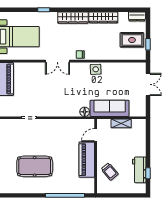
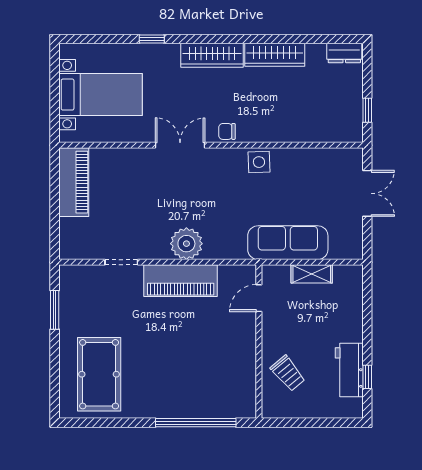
rug: (132, 40) -> (334, 101), removed
double door: (57, 61) -> (180, 145), swing flipped
plant: (61, 109) -> (186, 244), added
floor lamp: (85, 112) -> (236, 250), removed
piano: (87, 160) -> (181, 281), moved, turned -90
pool table: (35, 166) -> (99, 374), moved, turned 90

